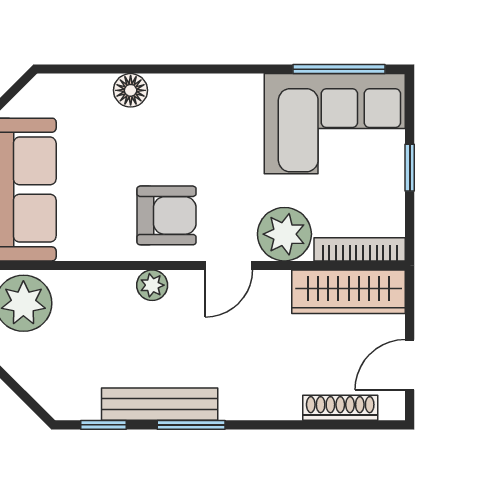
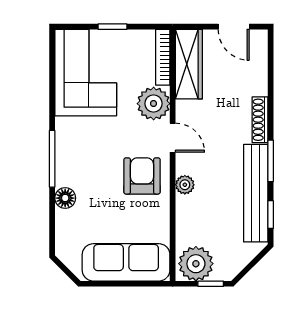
window: (339, 69) -> (52, 159), moved
bench: (160, 404) -> (256, 193), width x1.37, depth x1.21
shoe rack: (340, 408) -> (260, 120), moved

